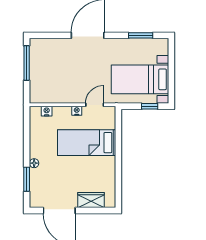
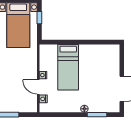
door: (95, 105) -> (38, 87), moved
wardrobe: (91, 200) -> (114, 64), removed

